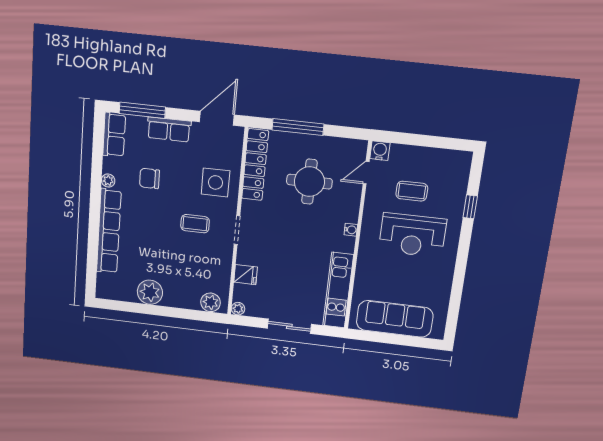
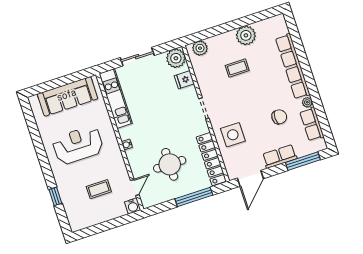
row of seats: (114, 135) -> (312, 124), moved
coffee table: (195, 224) -> (237, 68), moved
reception desk: (412, 235) -> (78, 145), moved
plant: (238, 309) -> (176, 58), width x1.88, depth x1.88

